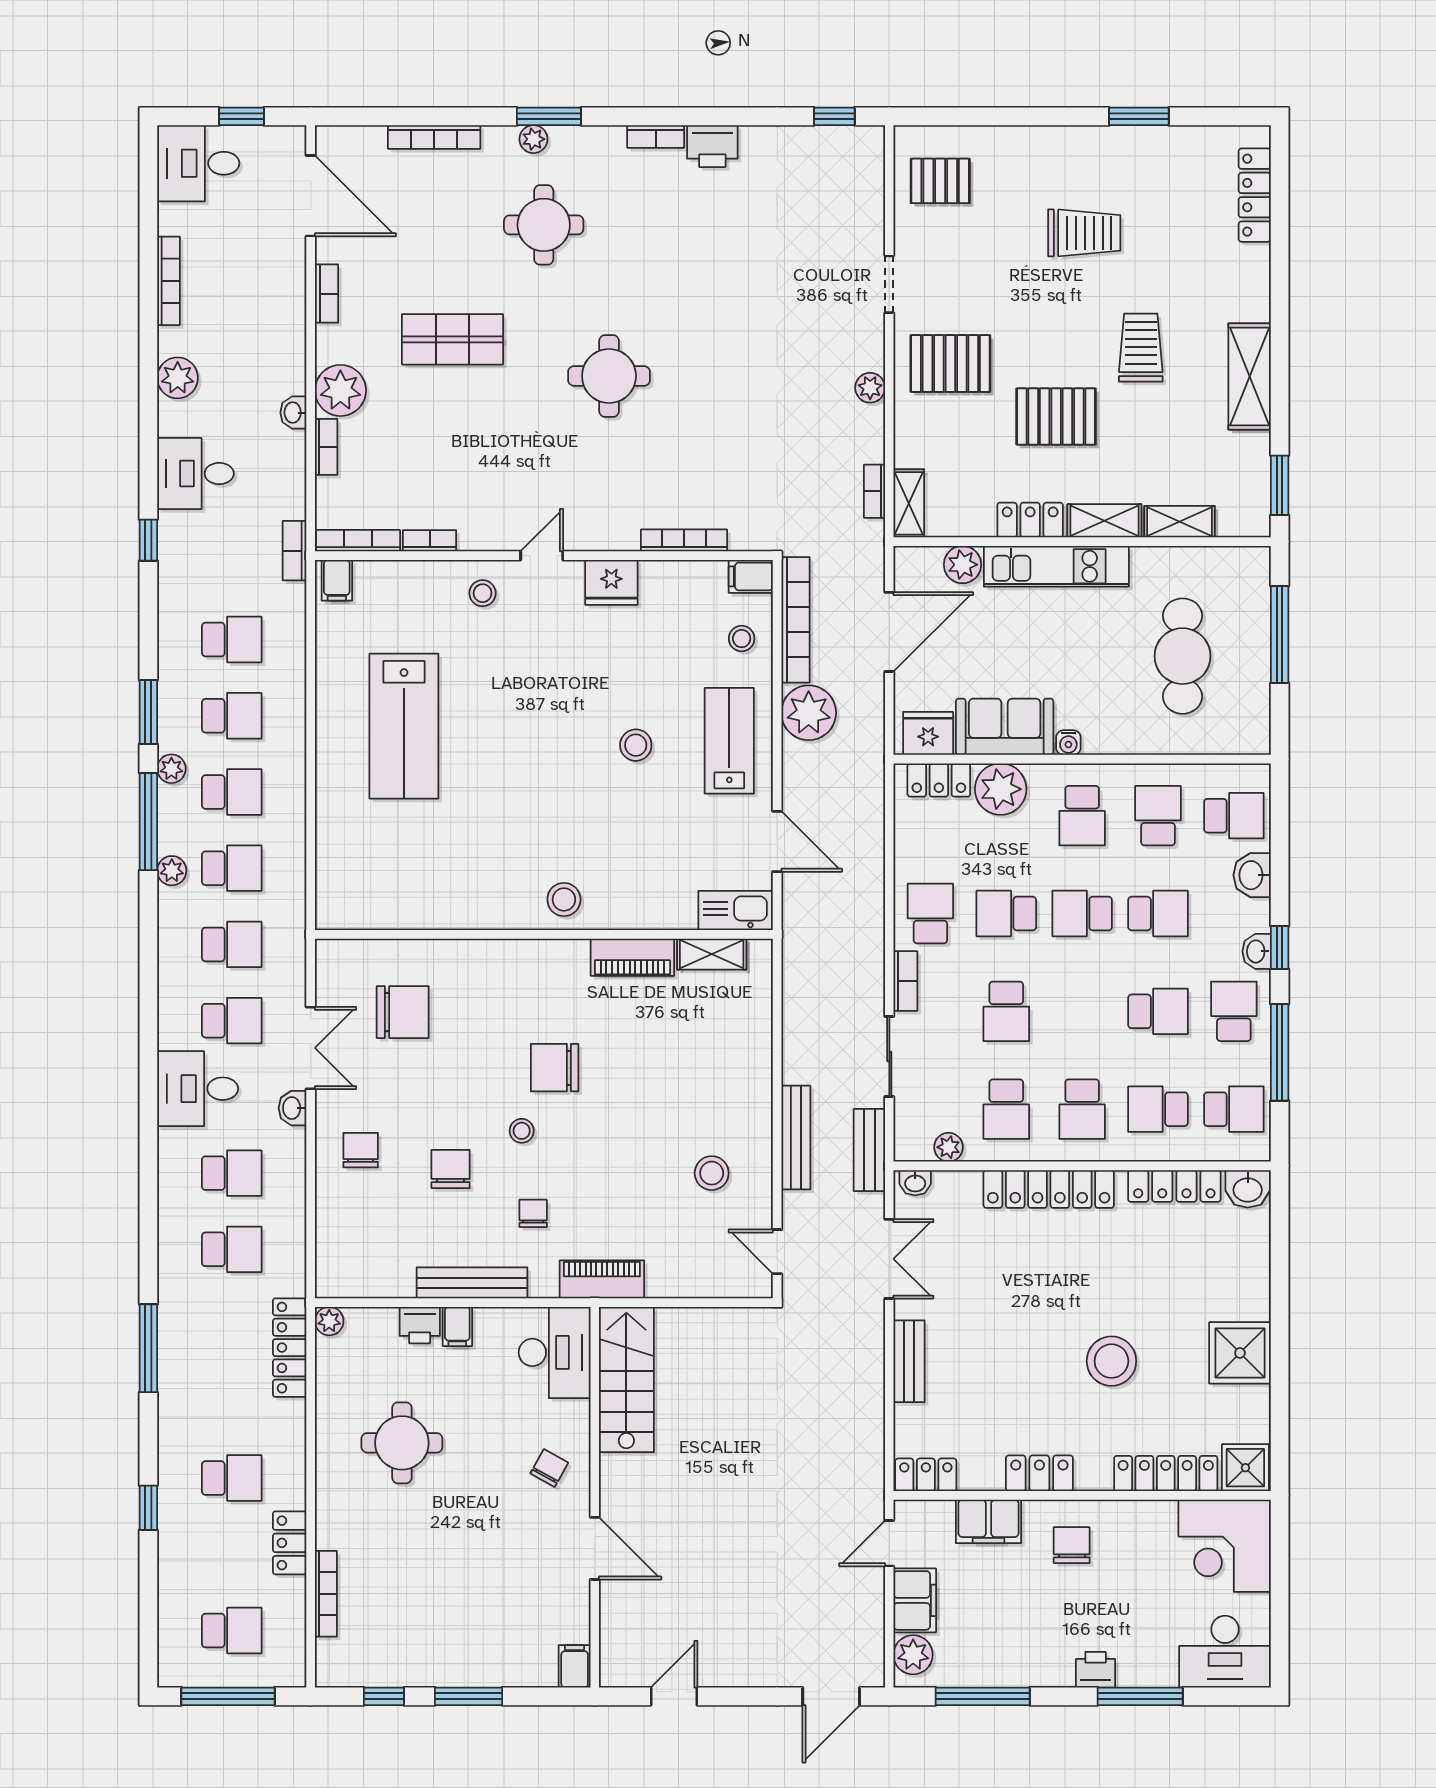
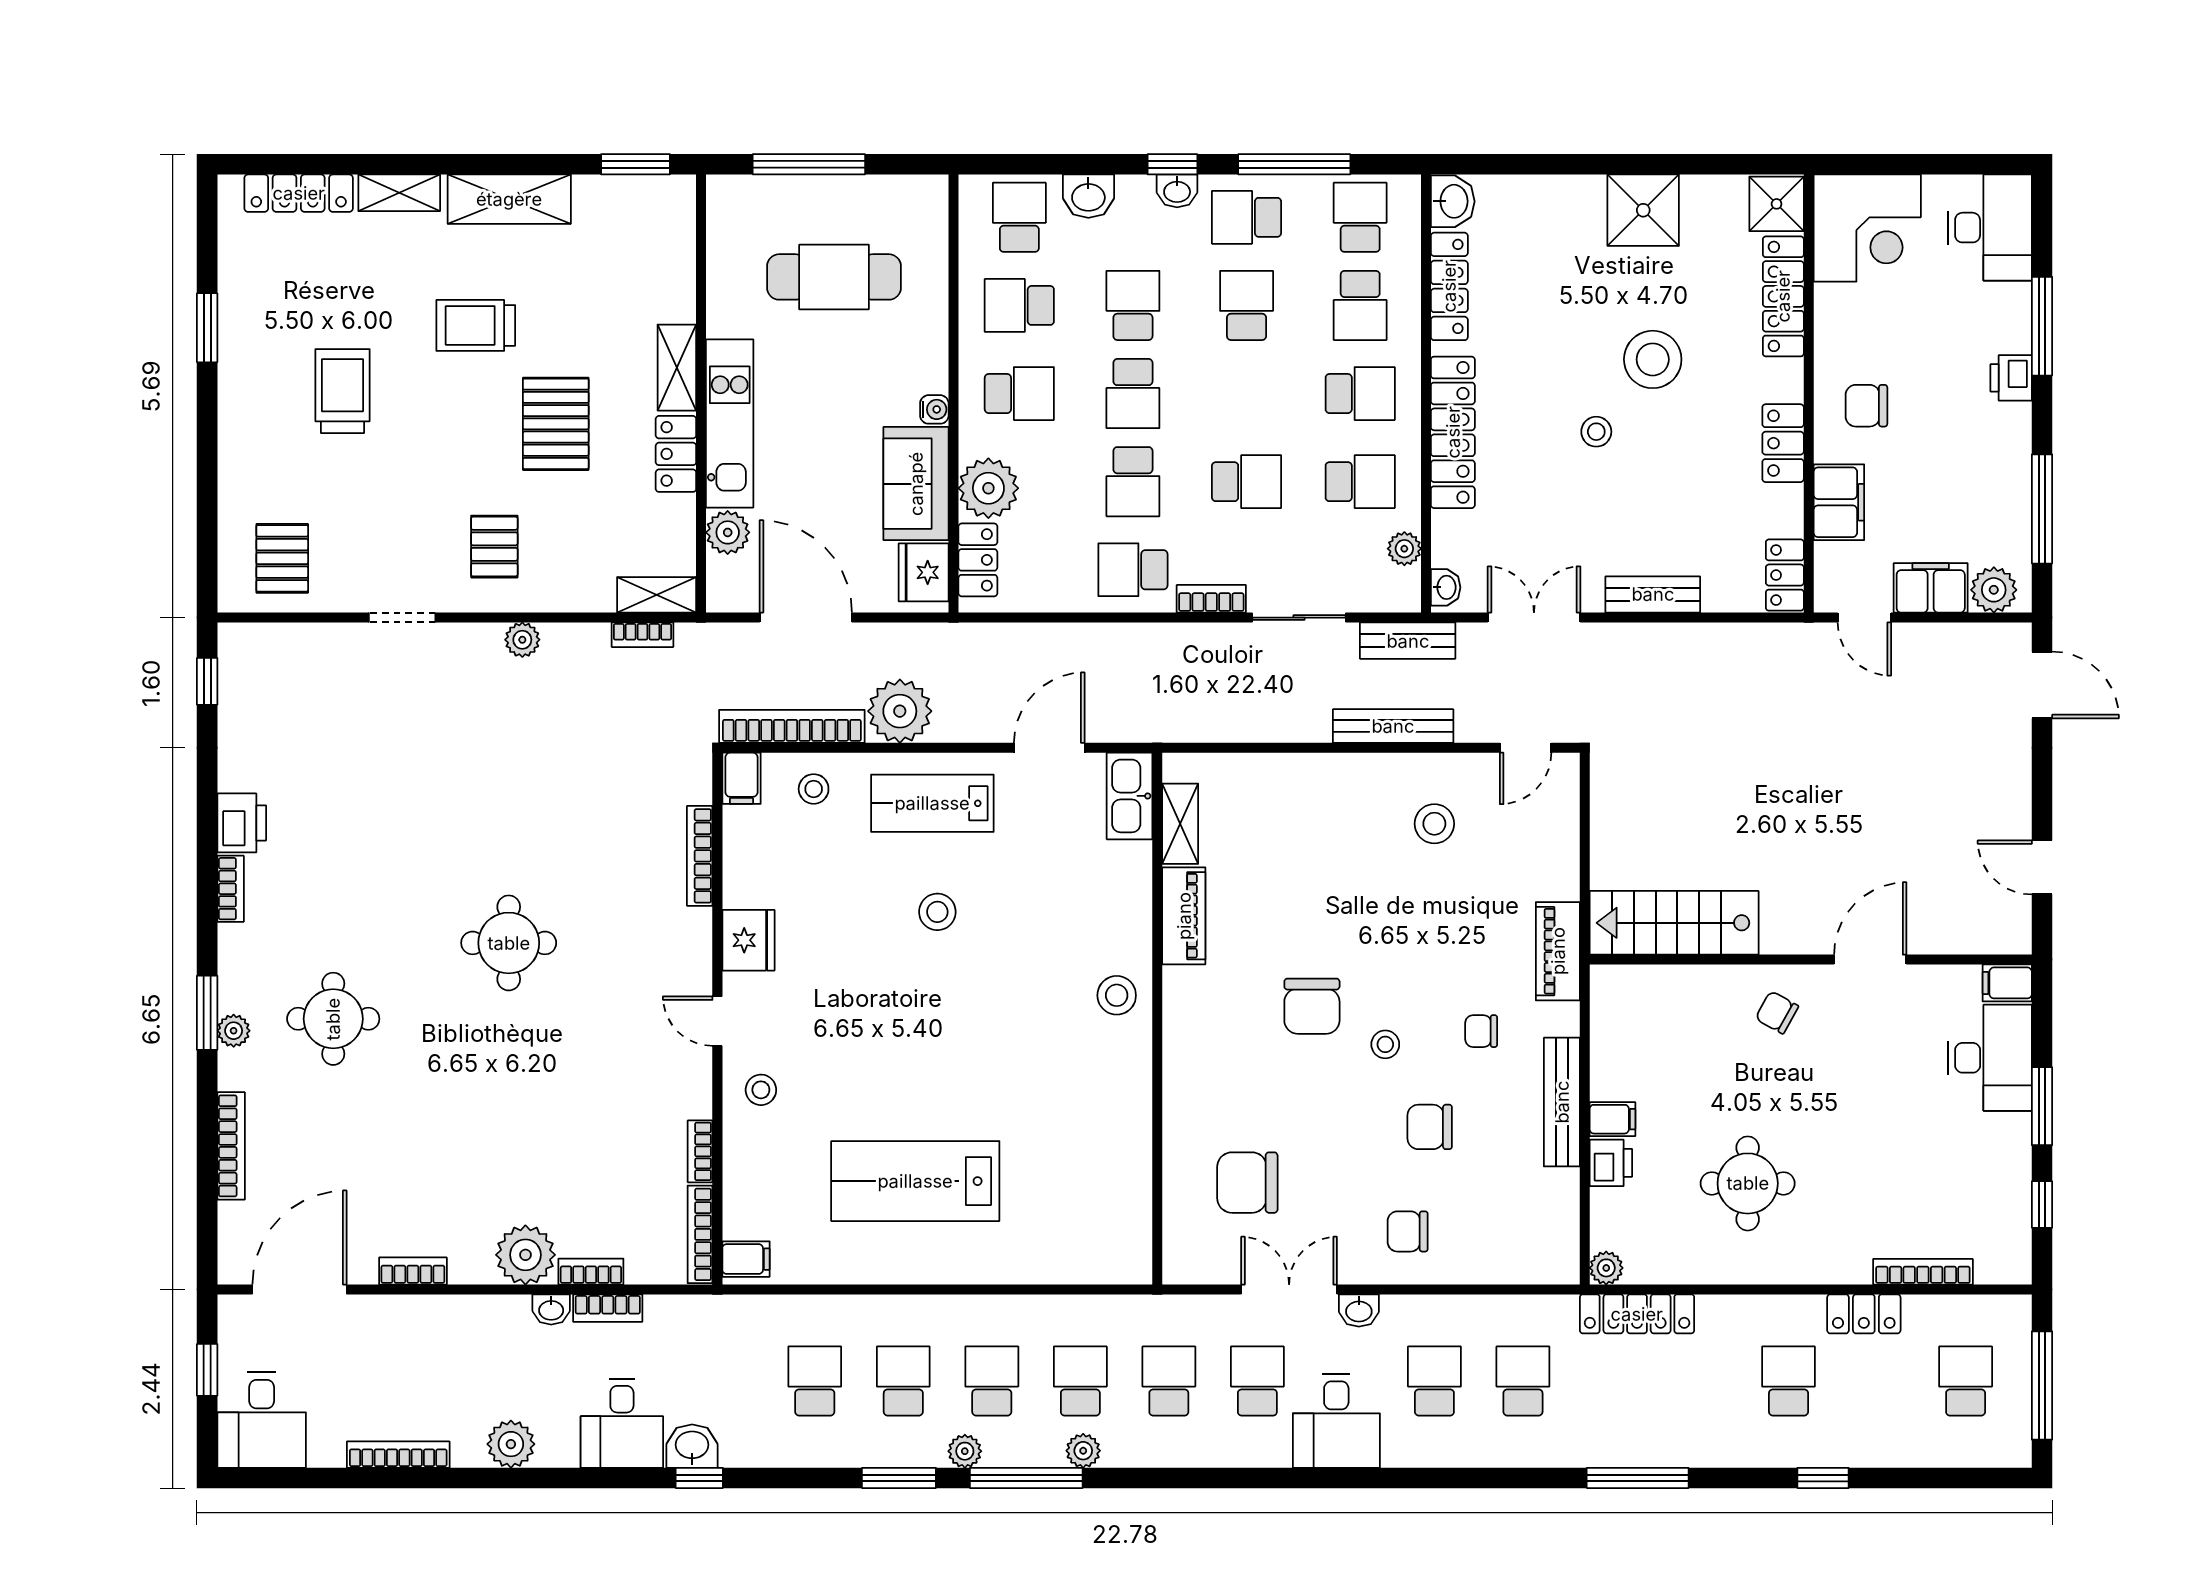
shop shelf: (453, 339) -> (466, 1125), removed
pallet: (950, 364) -> (494, 547), width x0.67, depth x0.71
shelving: (1179, 522) -> (399, 193), moved, turned 90
washbasin: (176, 534) -> (692, 1446), added
bookcase: (295, 551) -> (608, 1308), moved
lab bench: (404, 726) -> (915, 1181), turned 180
chair: (403, 1012) -> (1247, 1183), turned -90
stool: (1049, 1312) -> (1596, 432), added
desk: (555, 1352) -> (1990, 1058), moved, turned 90

